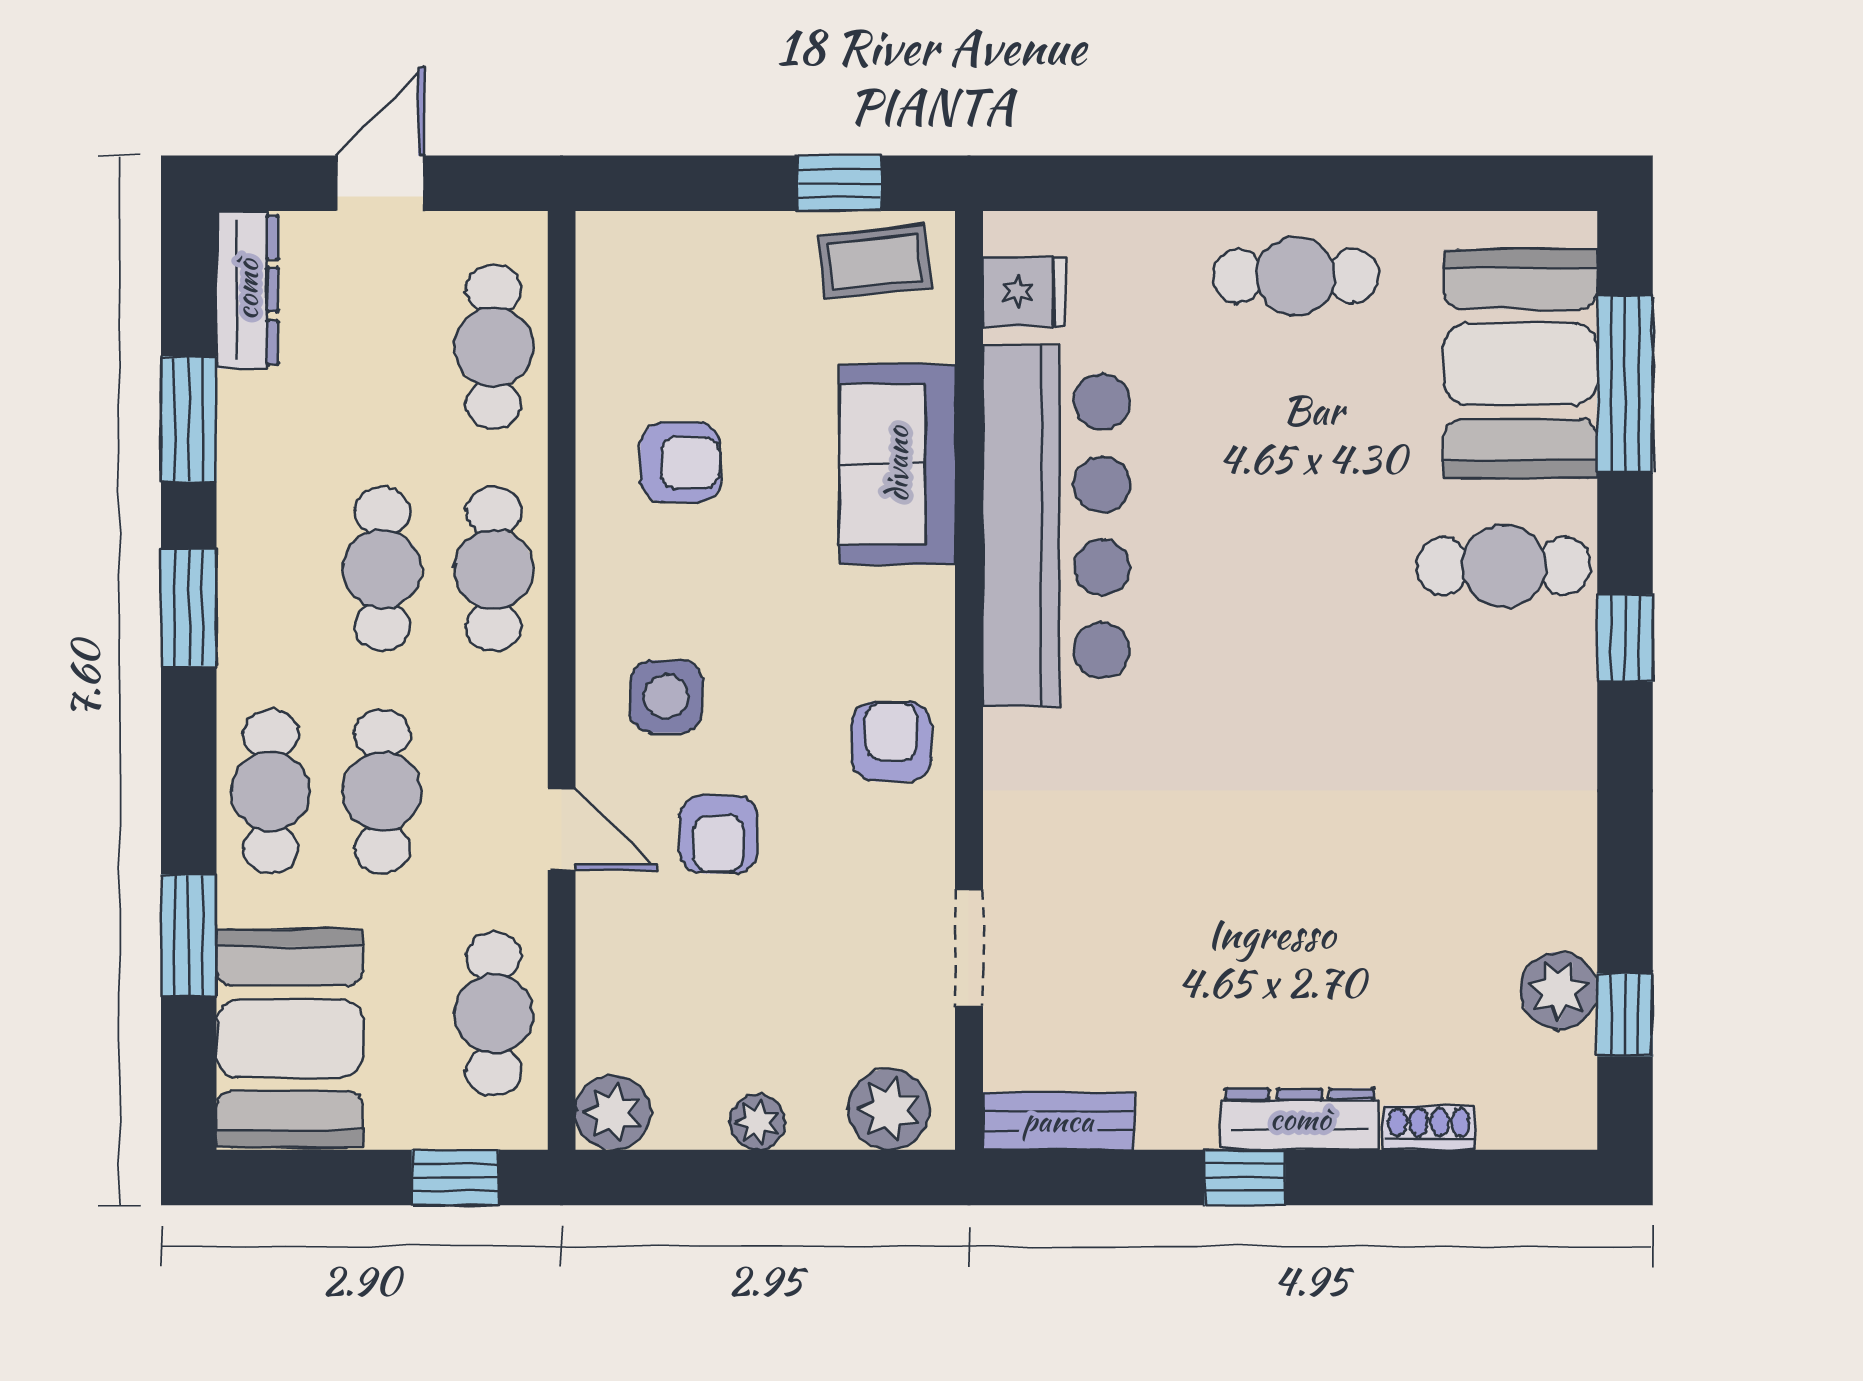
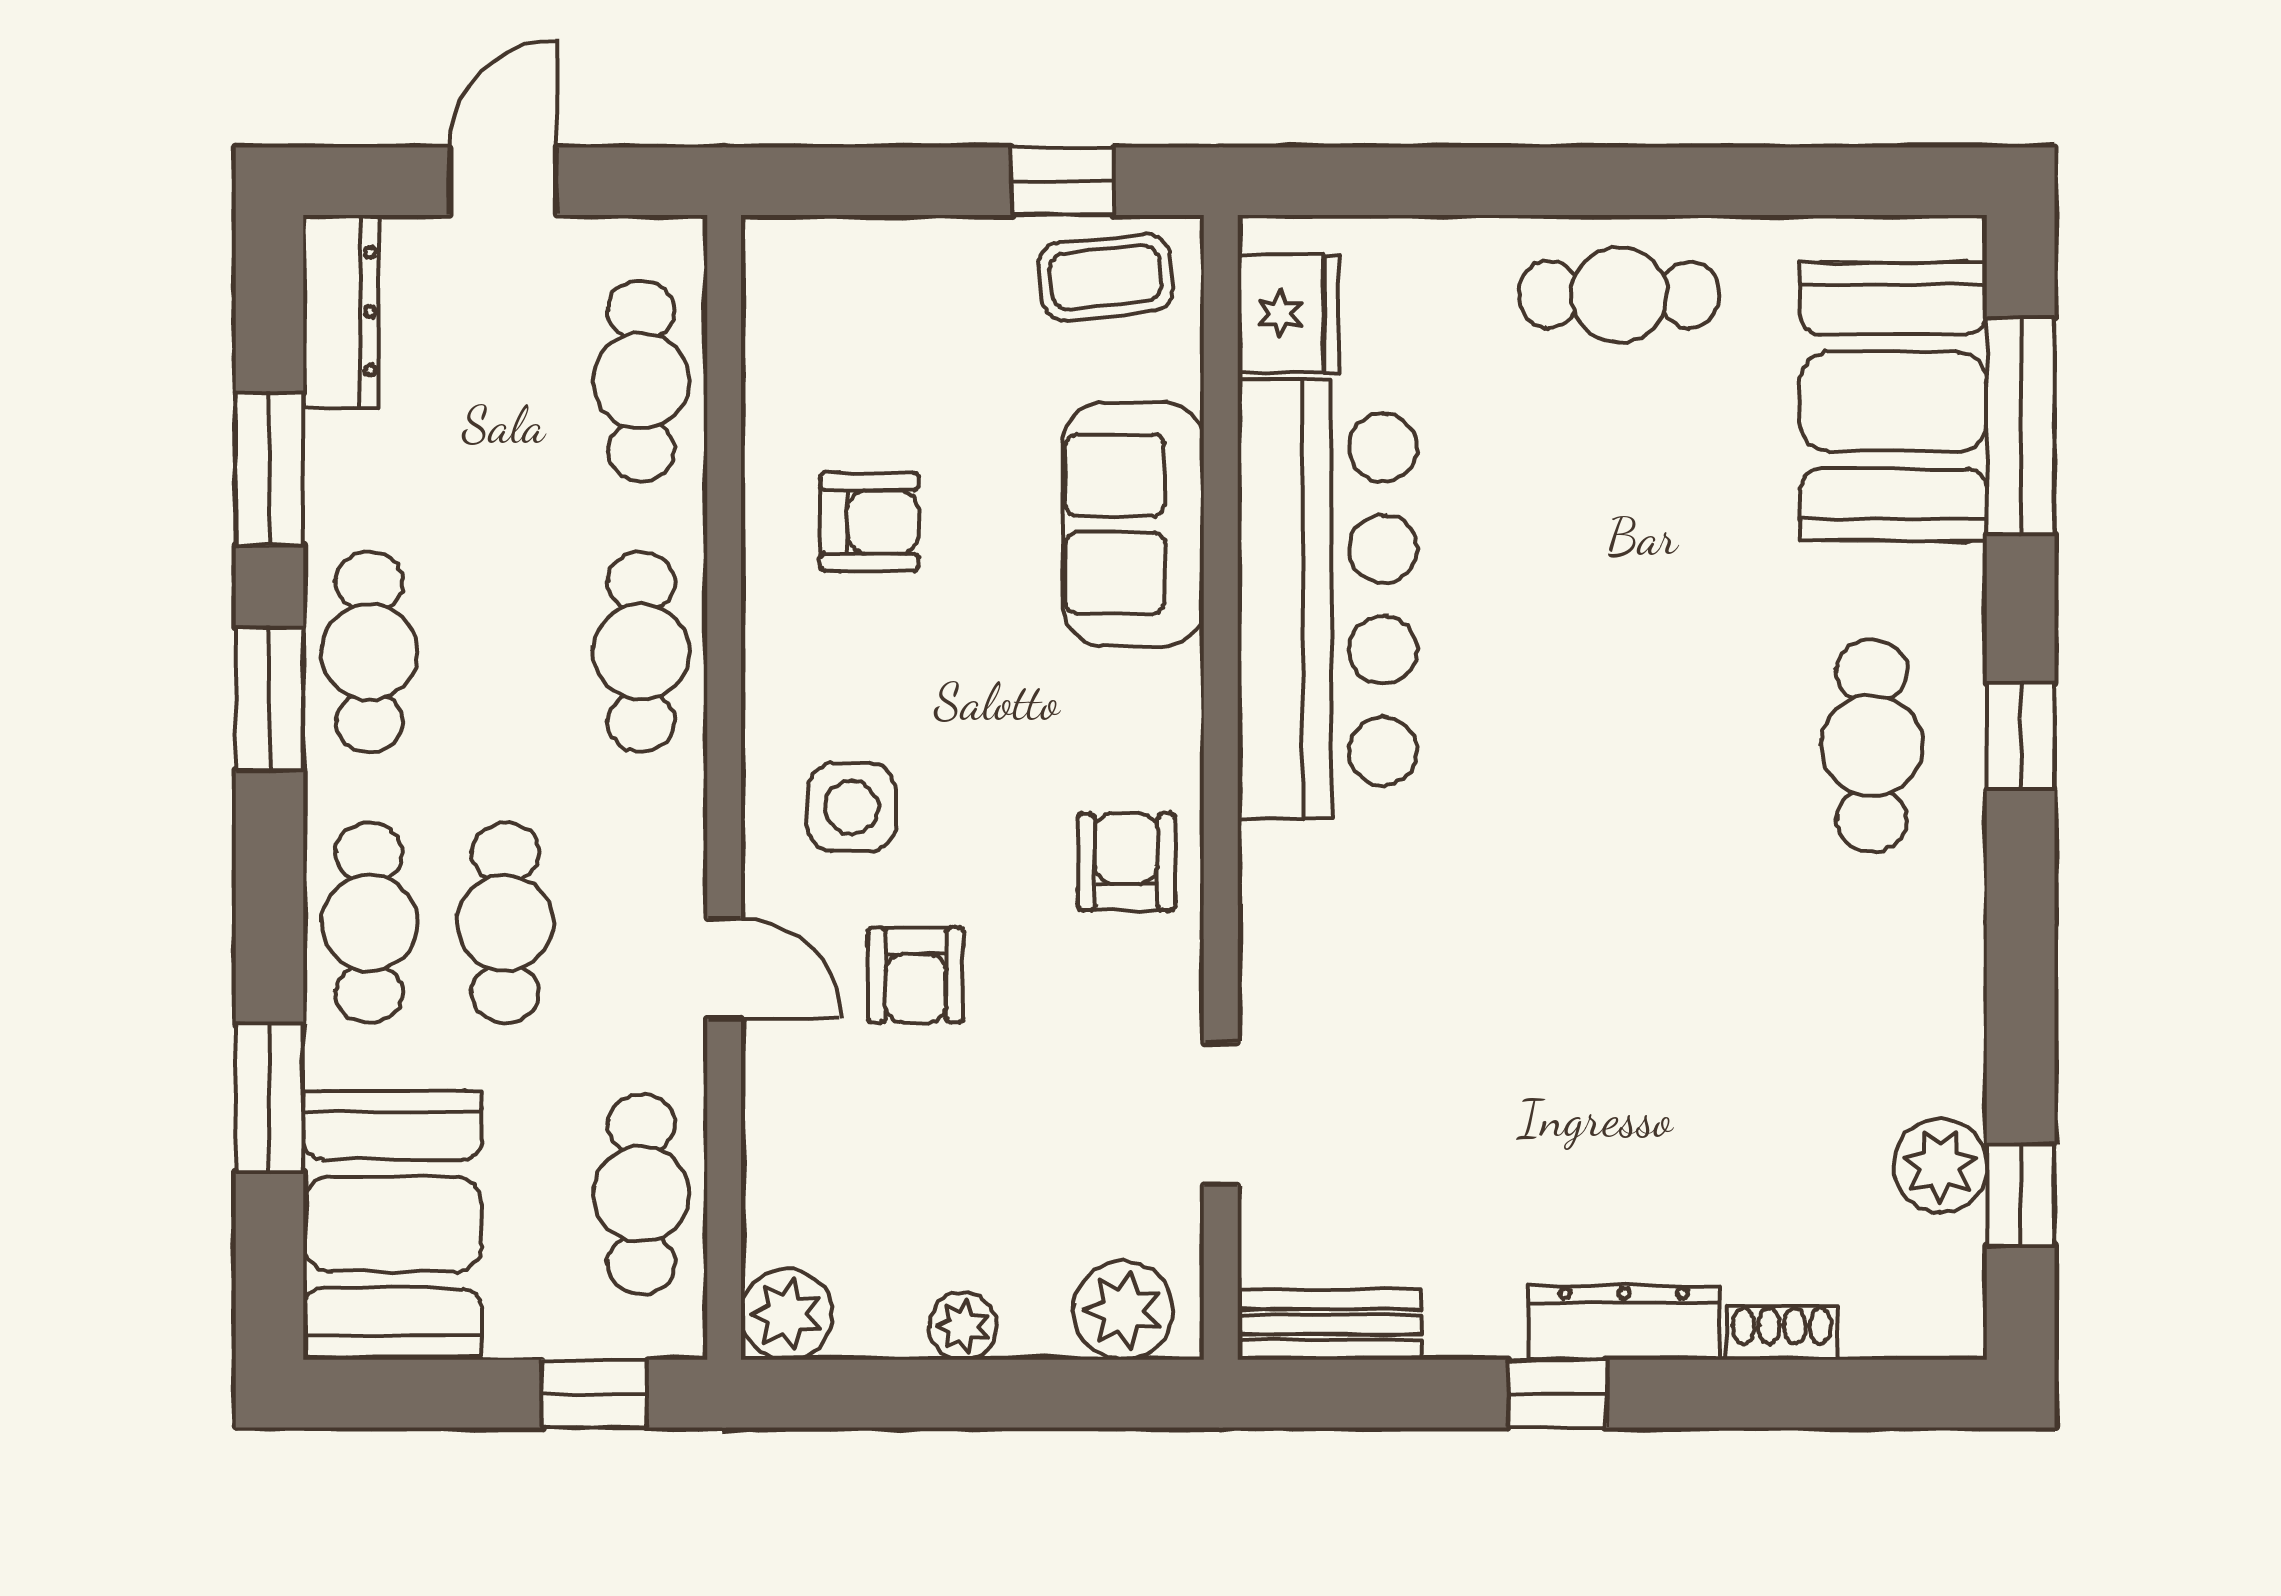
fridge: (1024, 292) -> (1288, 314), width x1.38
cafe table: (1504, 566) -> (1872, 746), moved, turned 90
cafe table: (382, 569) -> (369, 652), moved

